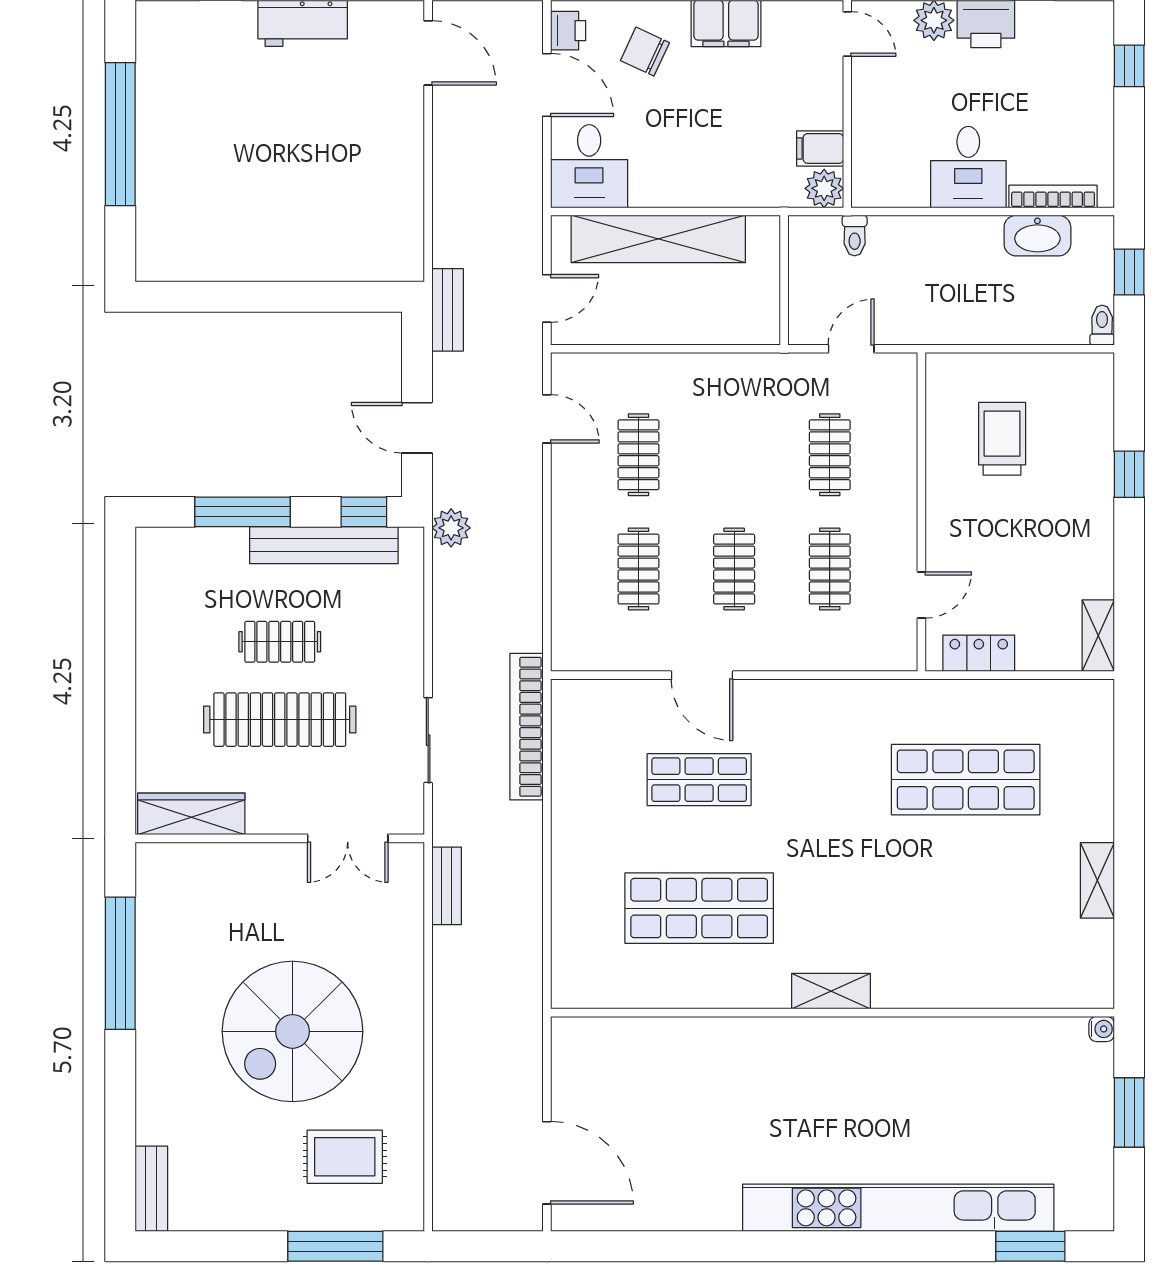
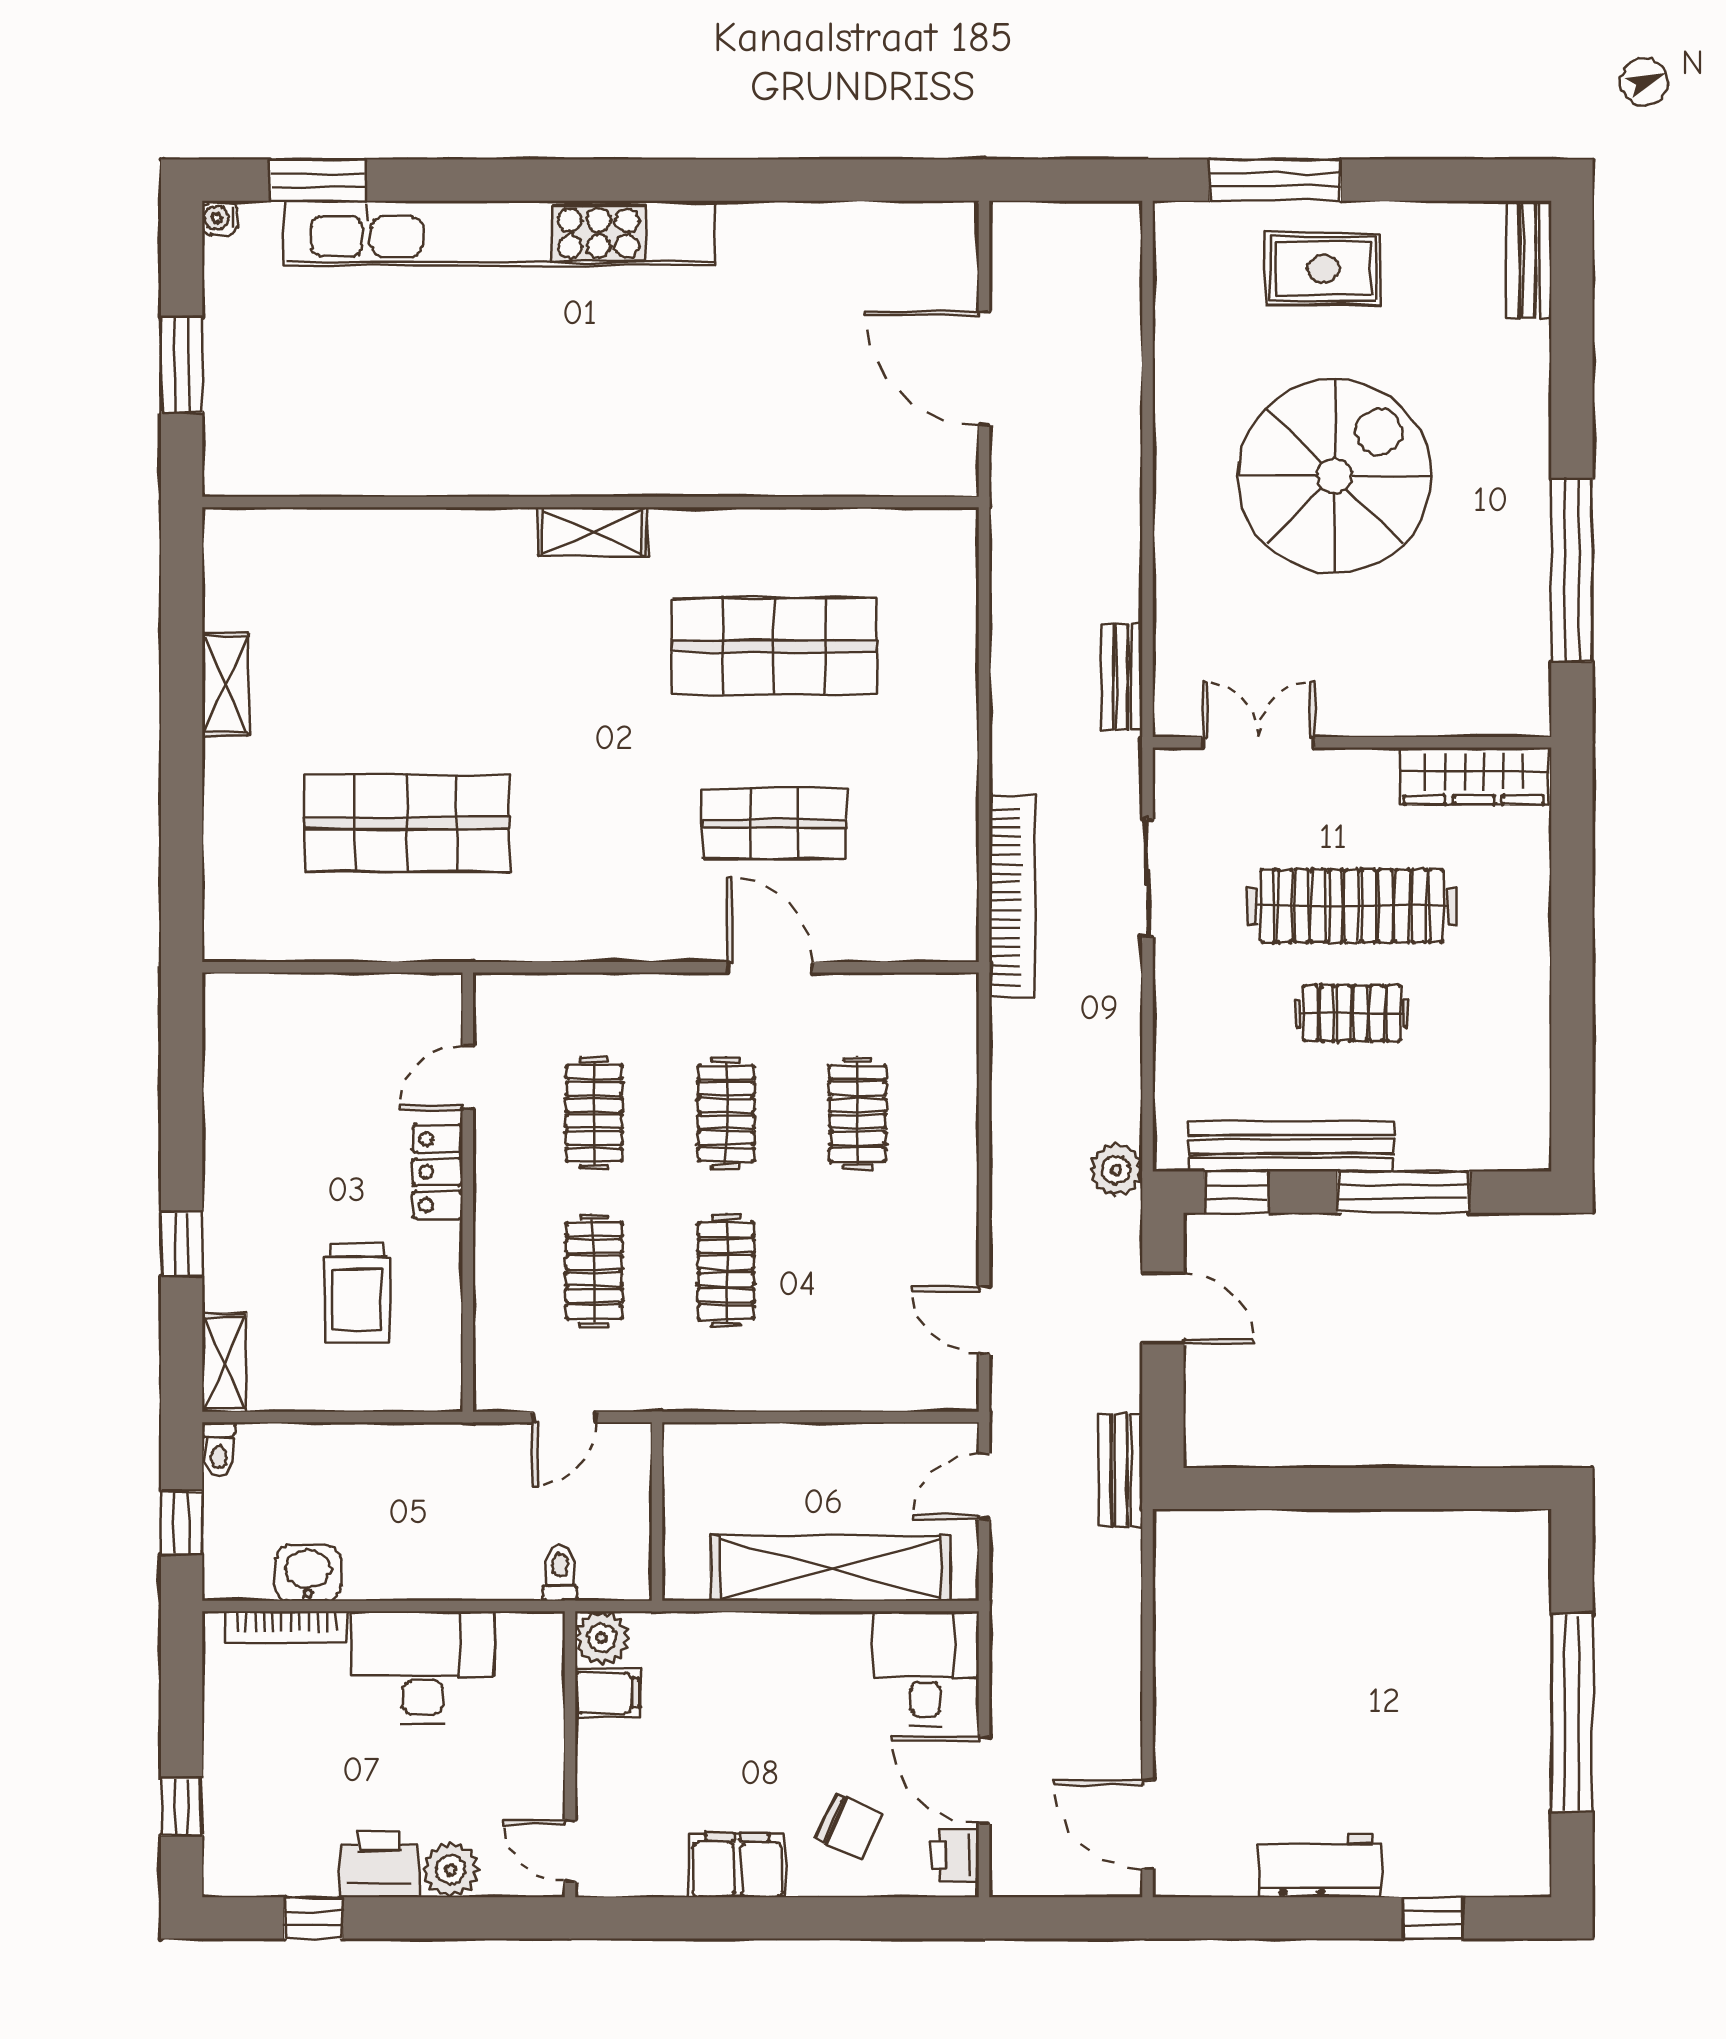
desk: (968, 167) -> (423, 1667), width x1.37
washbasin: (1037, 236) -> (308, 1573), width x0.72
clothes rail: (638, 455) -> (726, 1271), moved
shelving: (1098, 636) -> (224, 1363), moved
locker: (979, 653) -> (438, 1172), moved, turned 90
water cooler: (1102, 1029) -> (219, 218), moved
rug: (345, 1157) -> (1323, 269), moved
door: (547, 1163) -> (984, 368), moved

